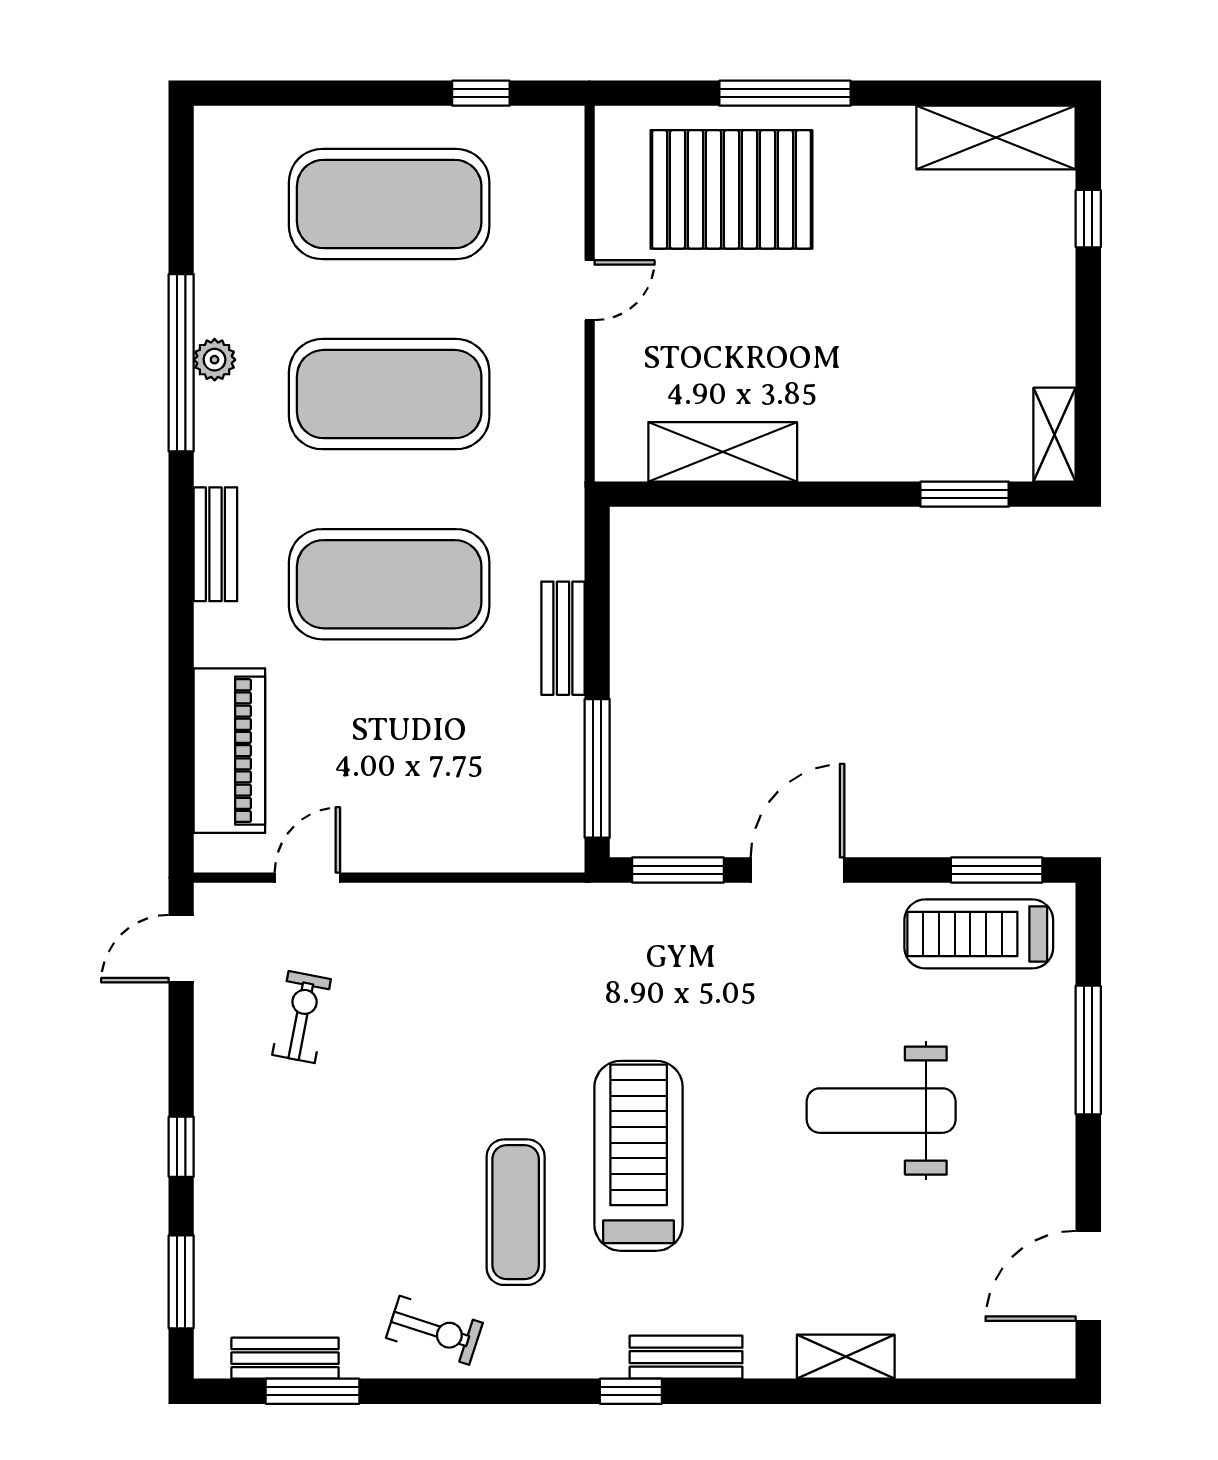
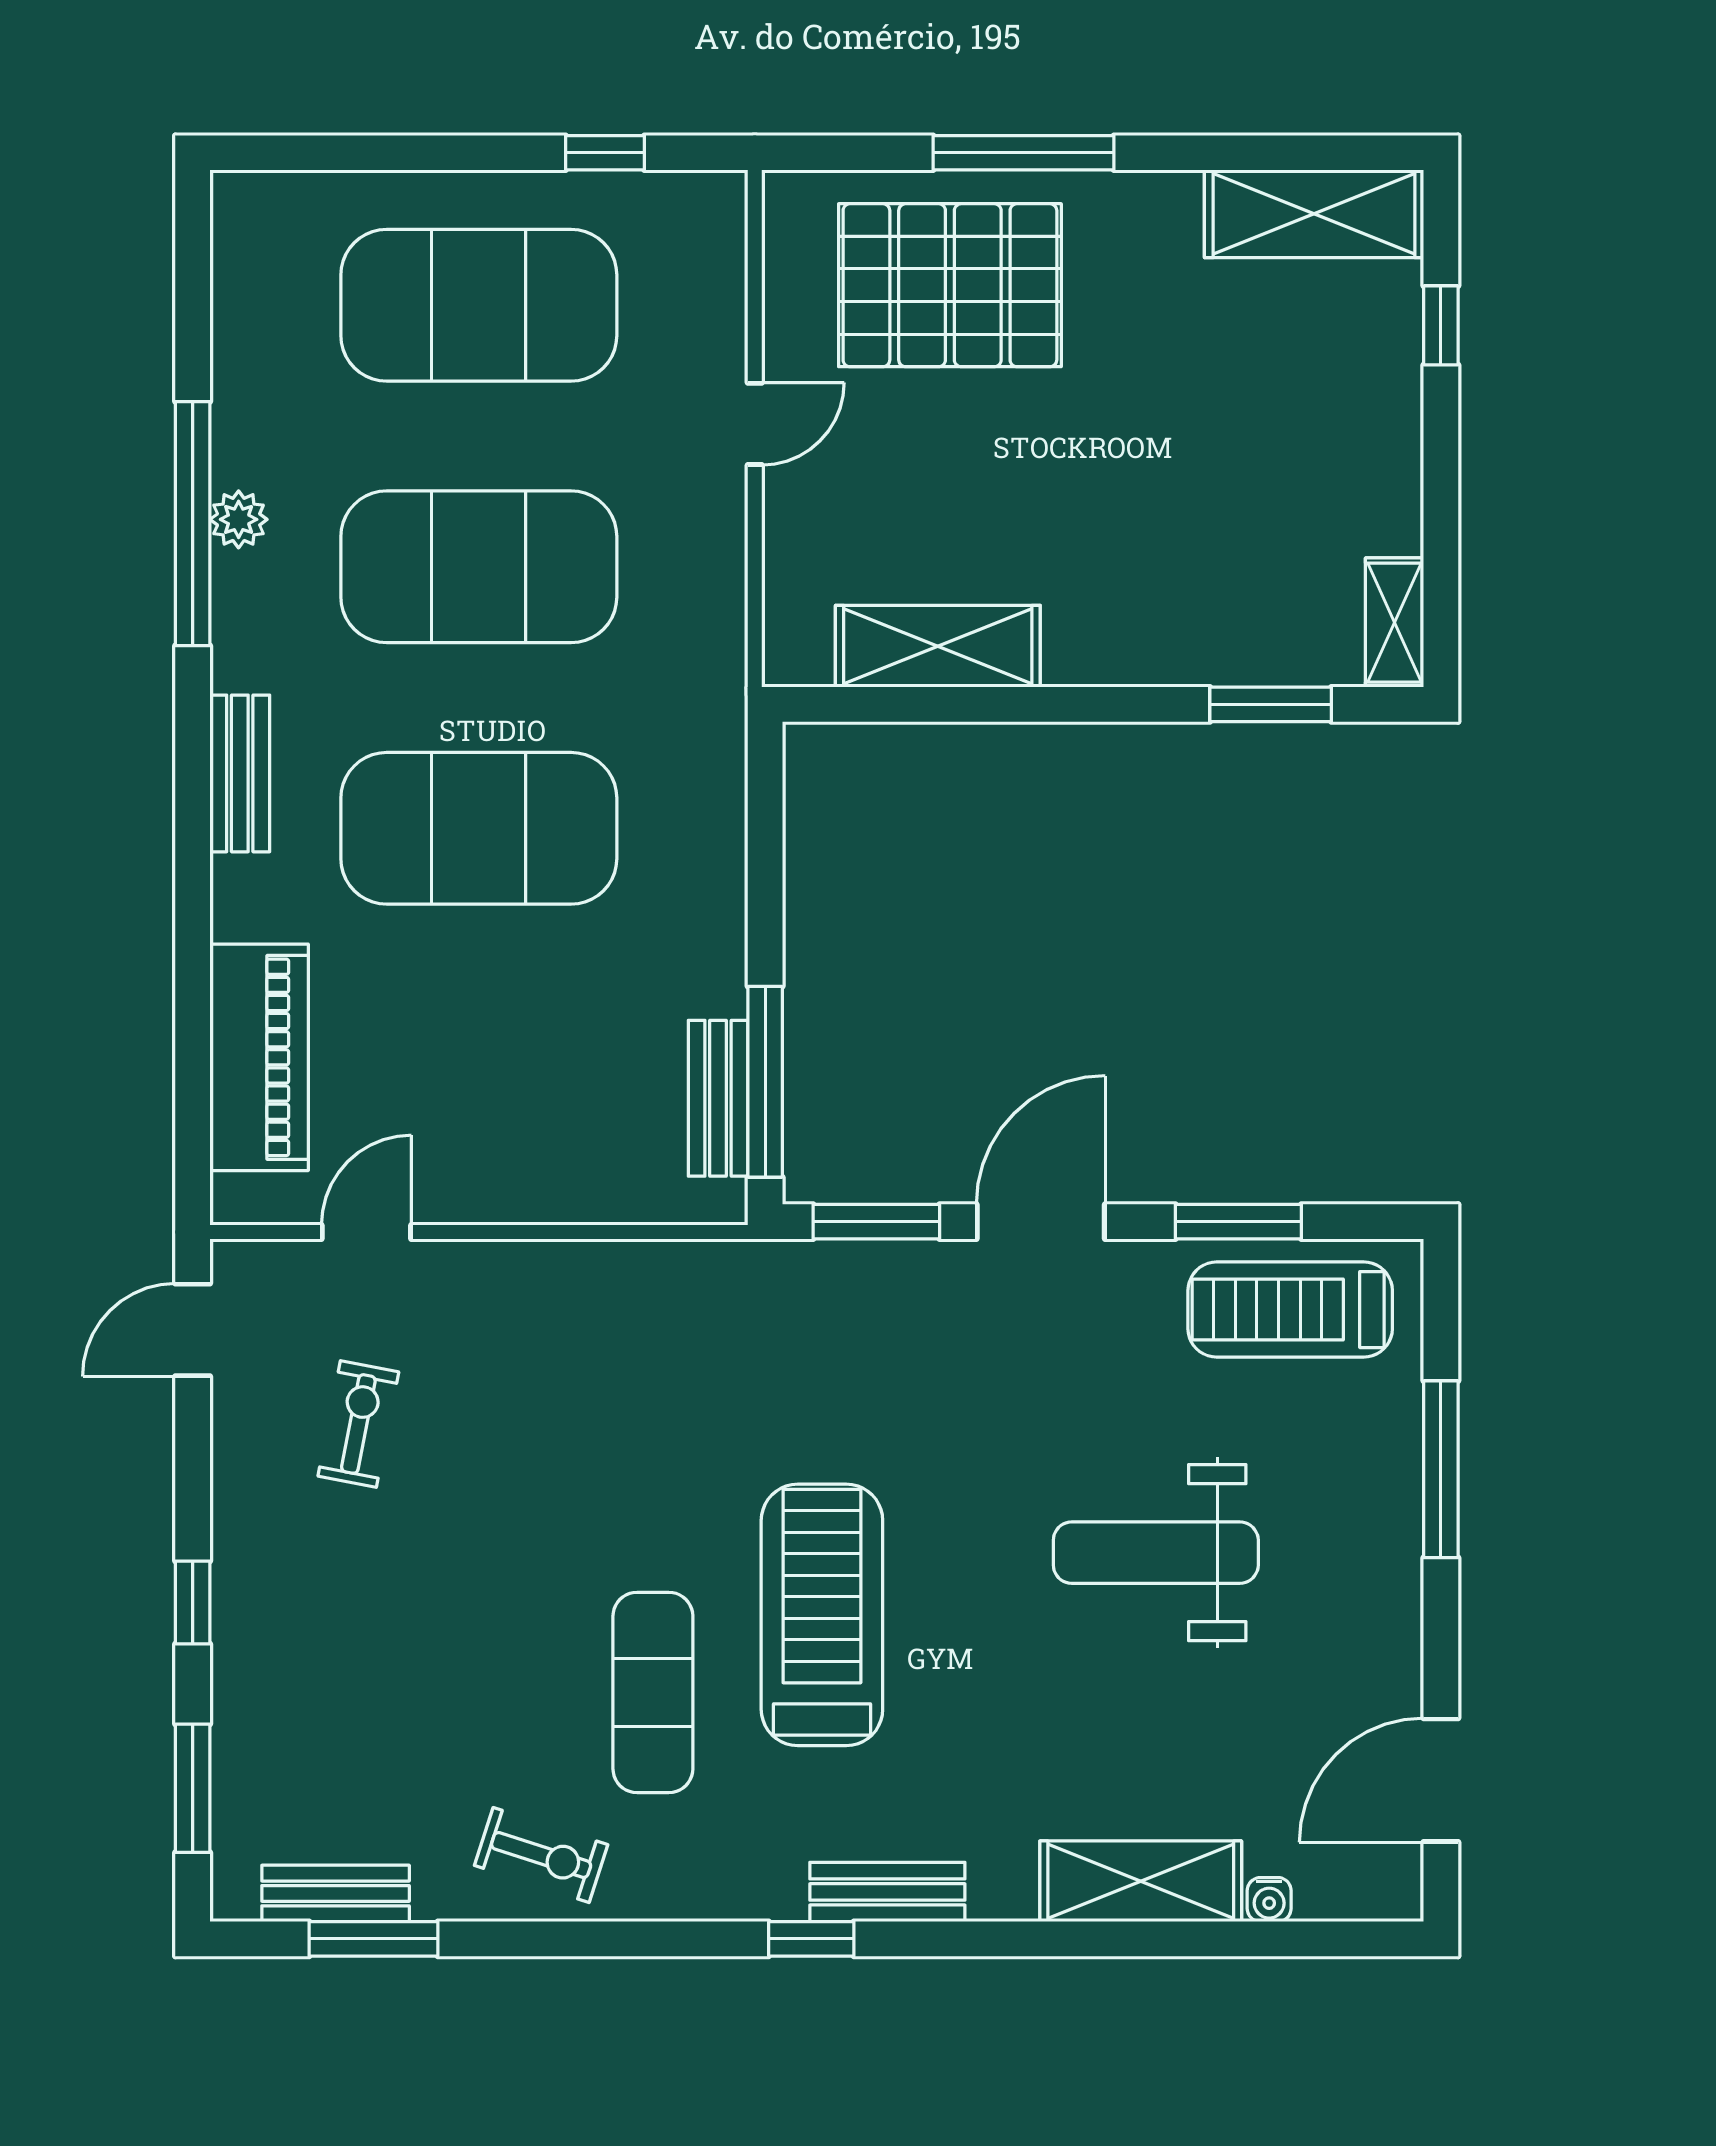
bench: (563, 638) -> (718, 1098), moved
window: (997, 870) -> (1238, 1222), moved
shelving: (846, 1357) -> (1141, 1881), width x1.50, depth x1.33
water cooler: (963, 1363) -> (1269, 1900), added

